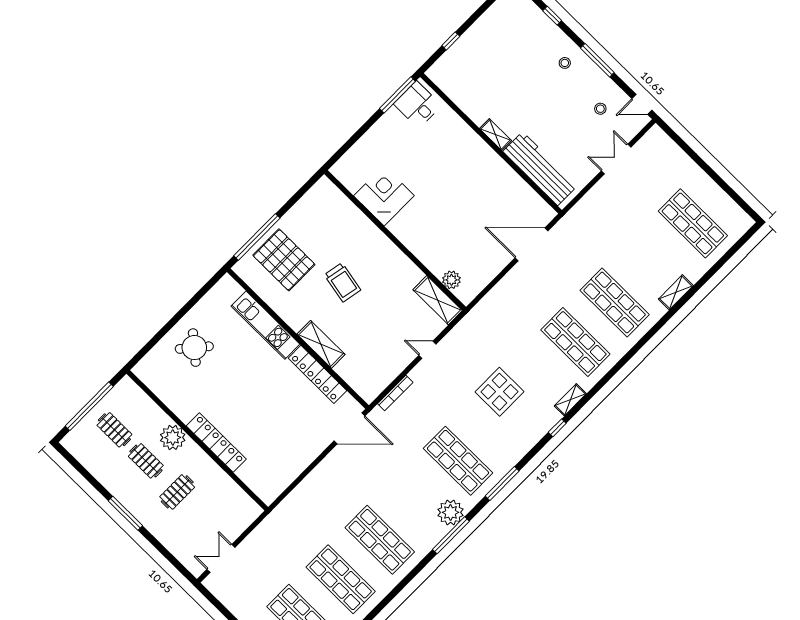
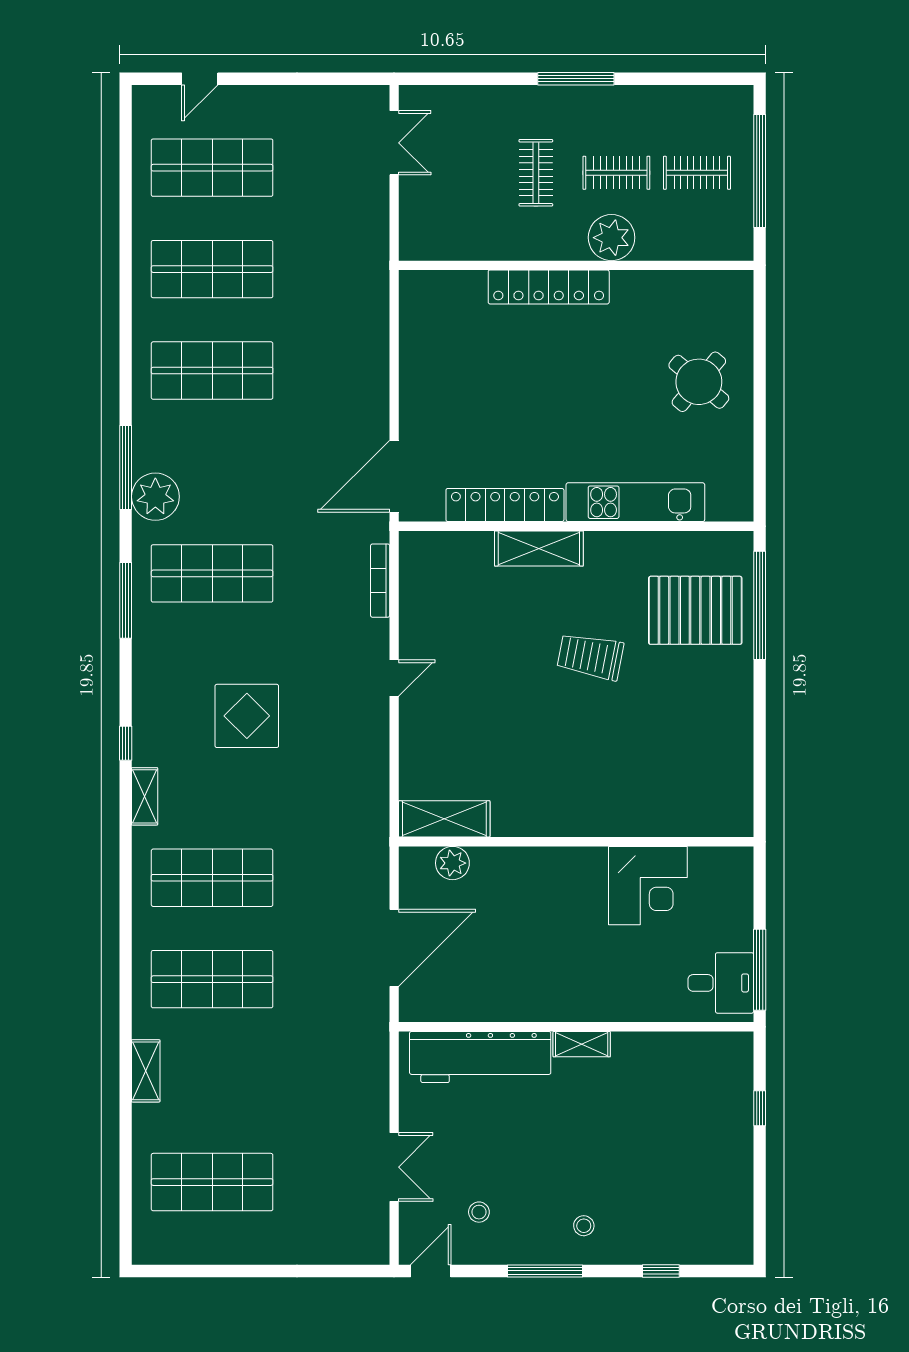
corner desk: (384, 196) -> (648, 886), moved
wall: (395, 240) -> (576, 842), moved
plant: (451, 280) -> (452, 863), moved
shelving: (438, 300) -> (444, 819), moved

